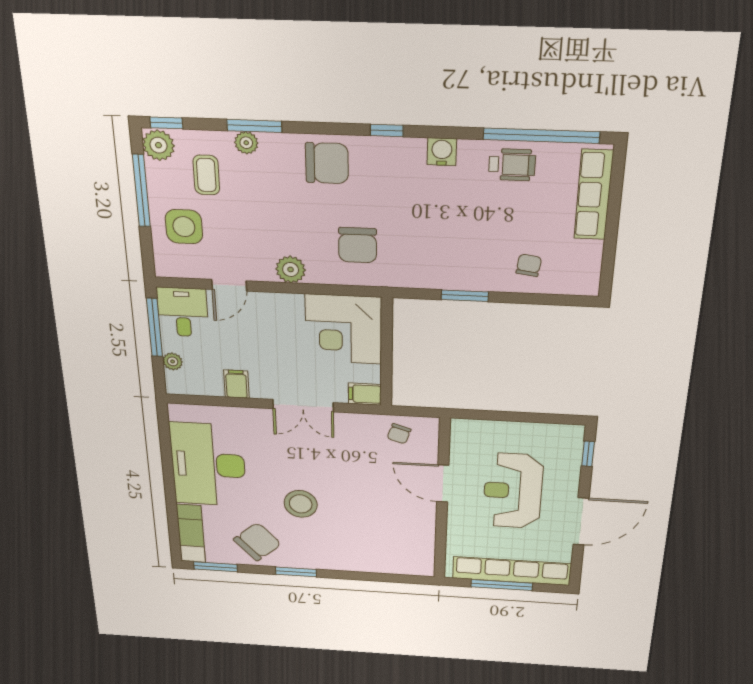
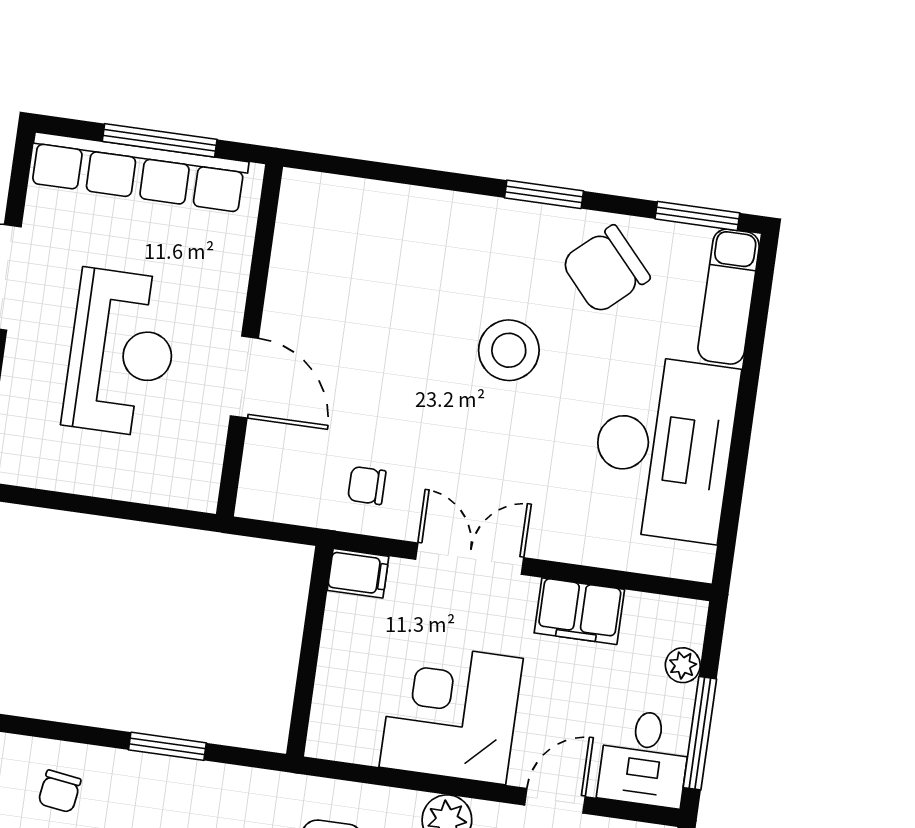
corner desk: (344, 329) -> (451, 713), moved, turned -90
filing cabinet: (236, 384) -> (579, 611), width x2.00
chair: (399, 434) -> (367, 485), moved, turned -108

